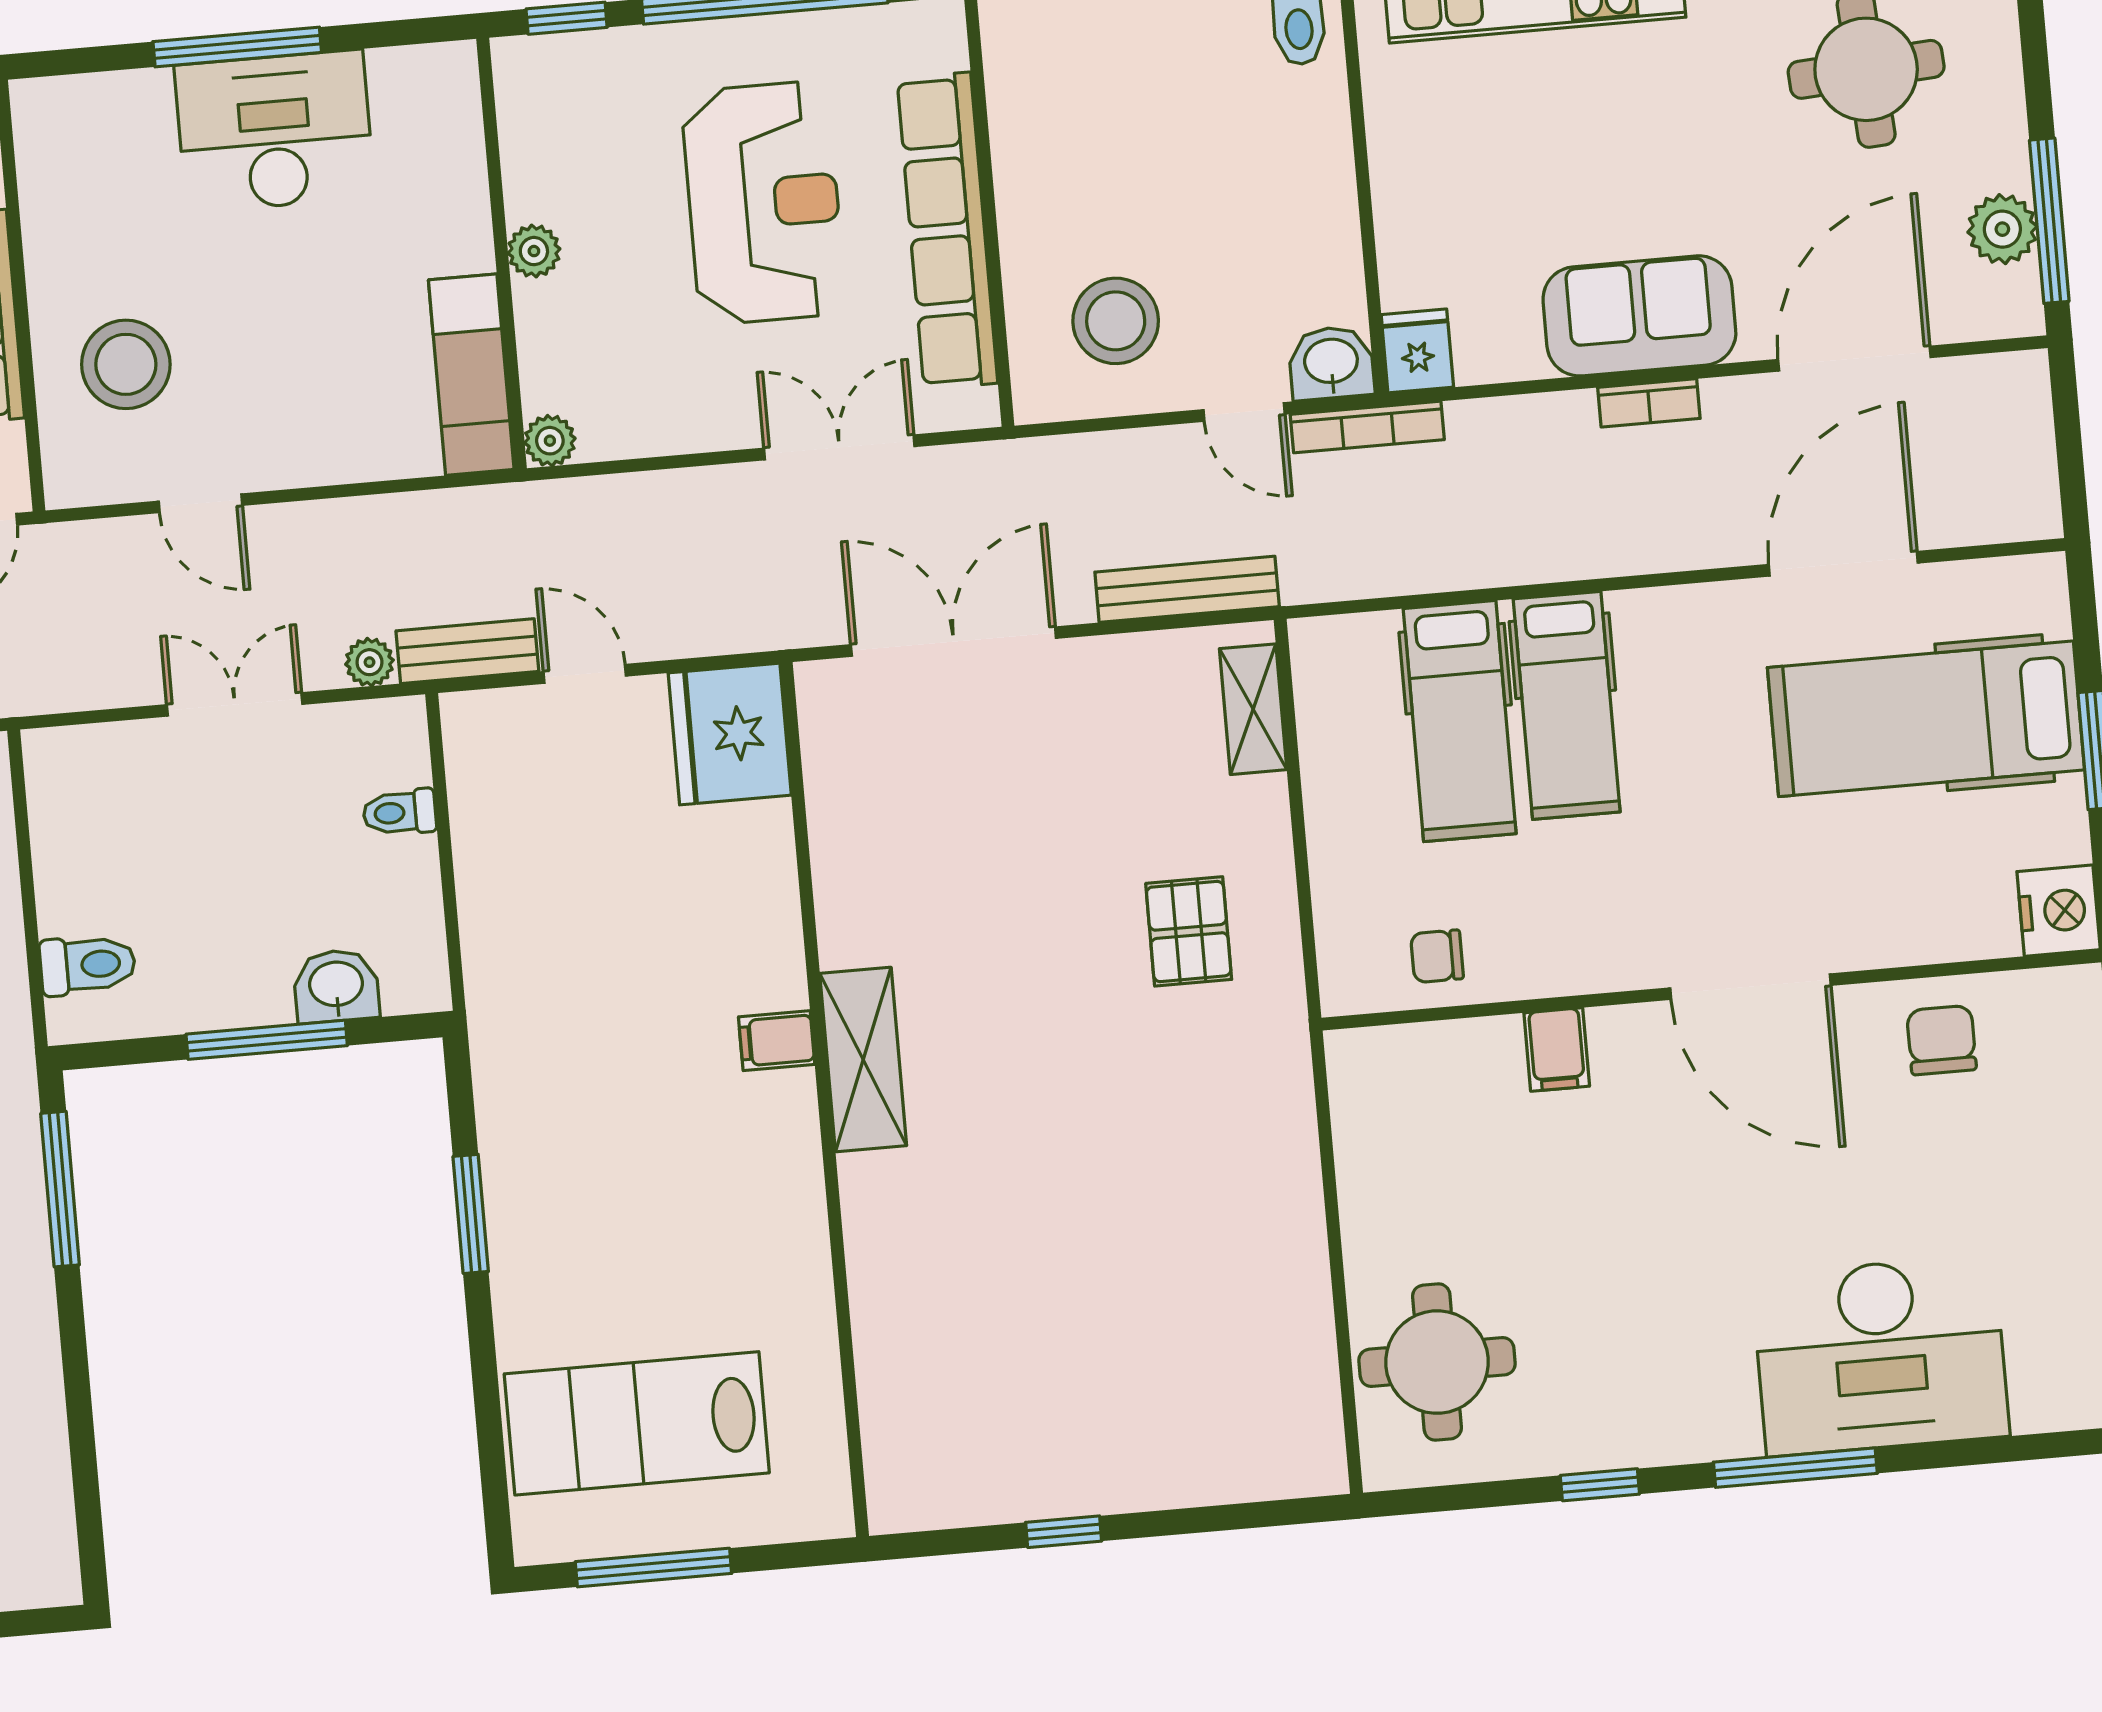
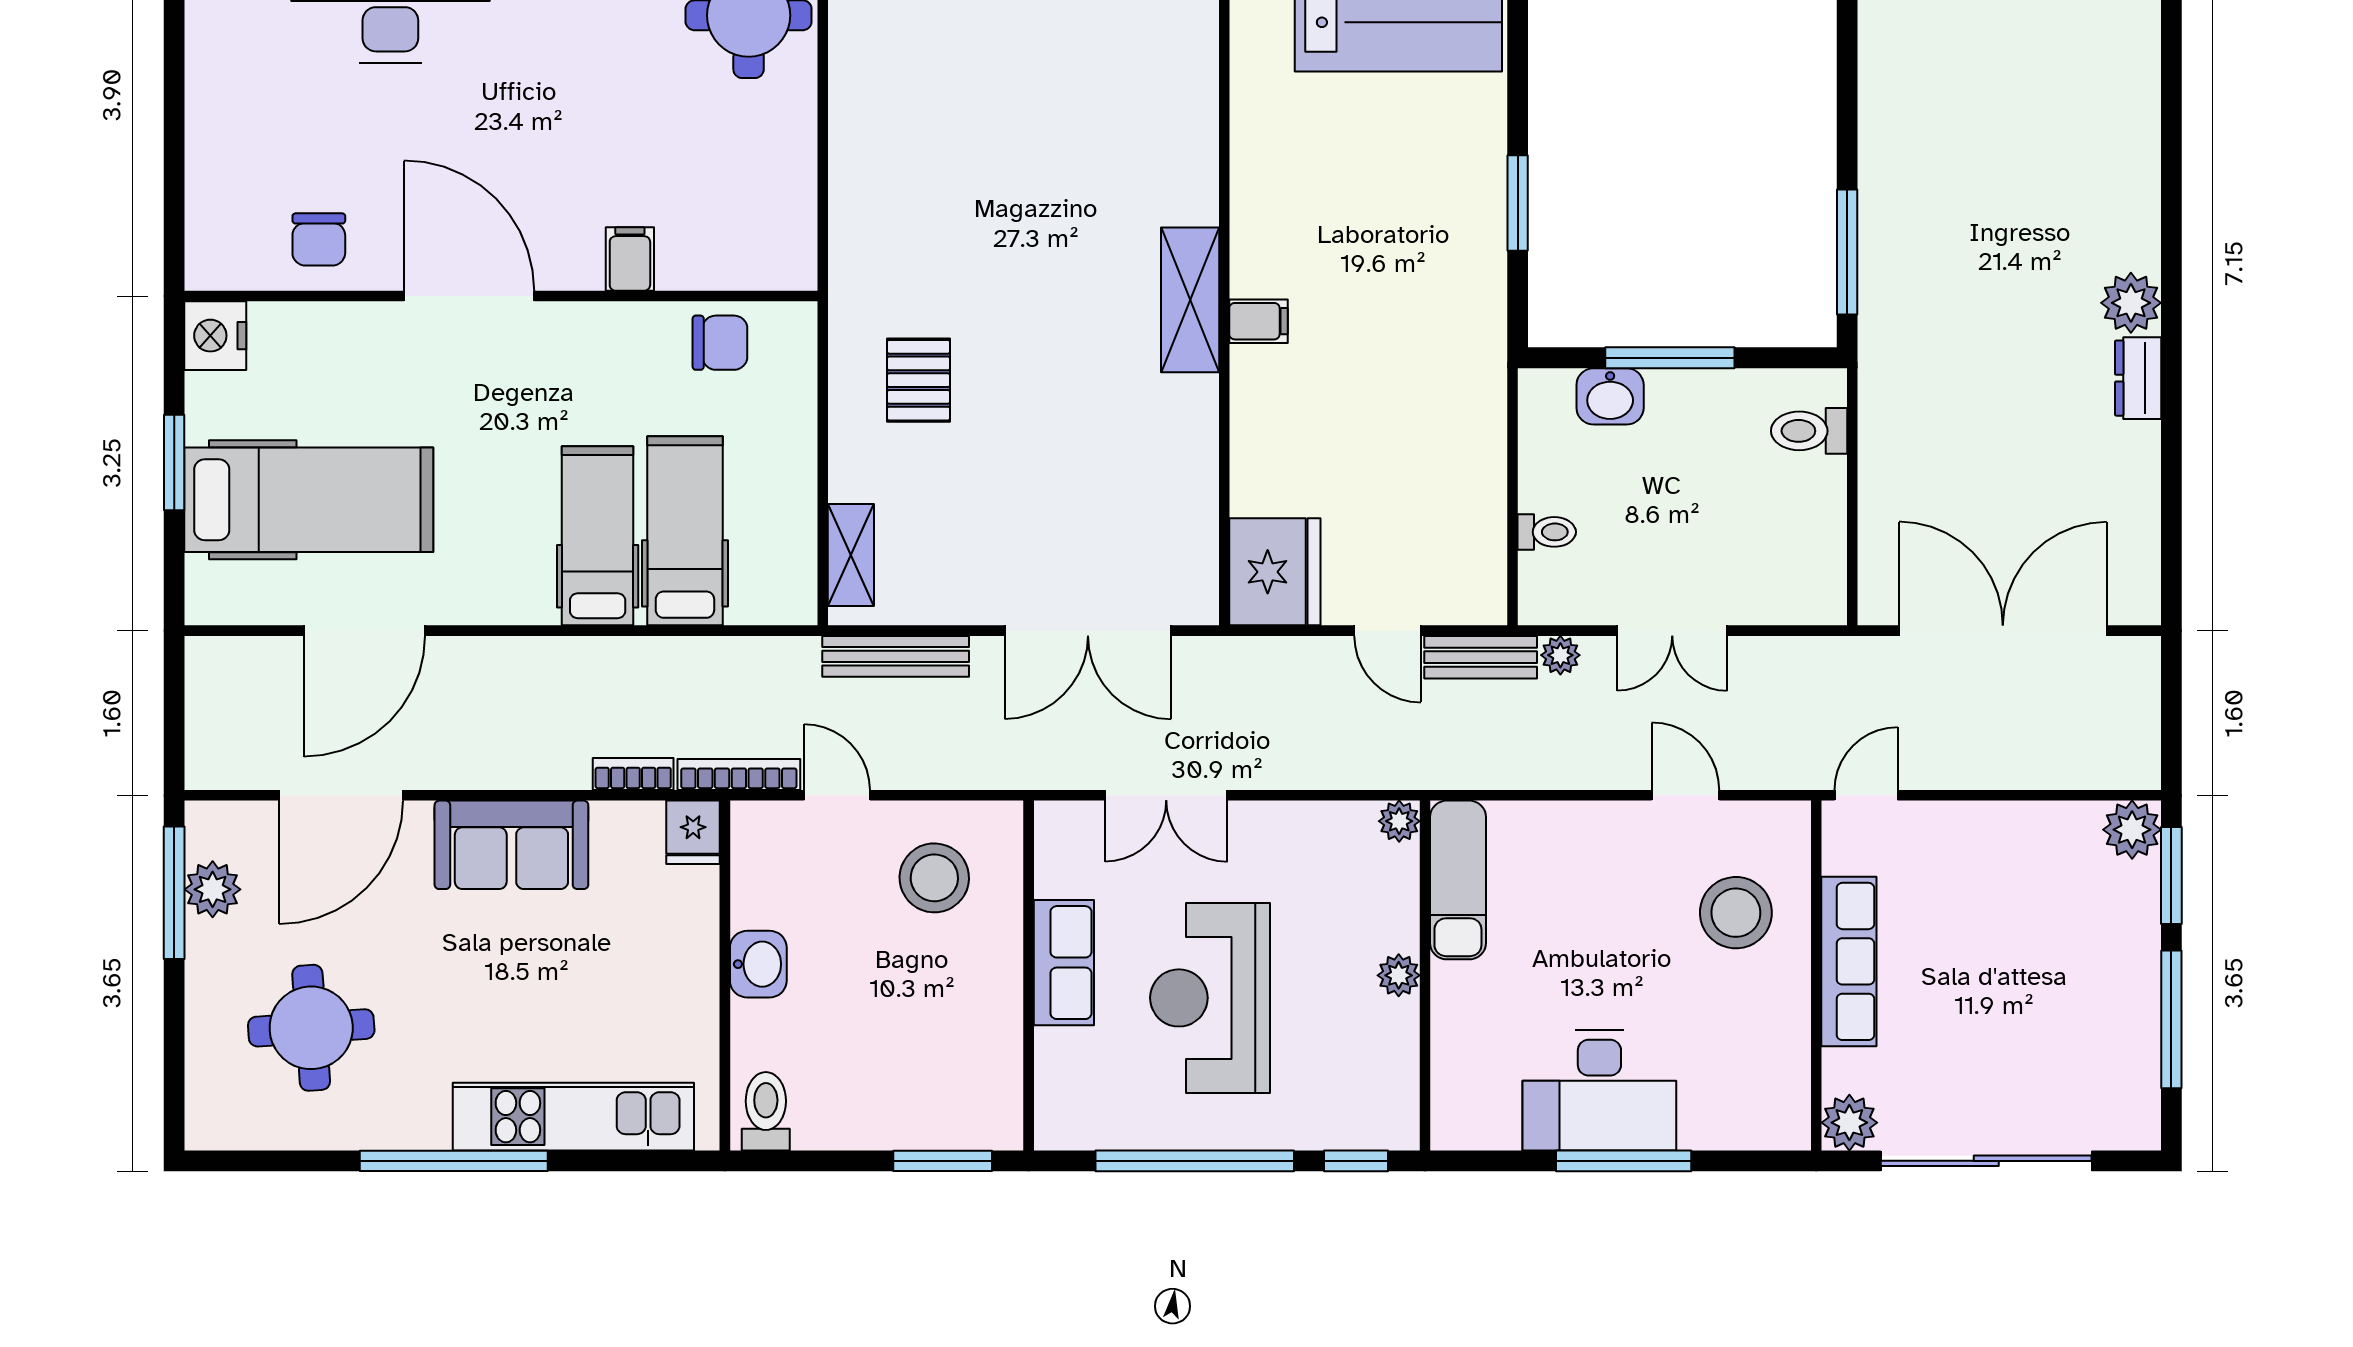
row of seats: (947, 231) -> (1064, 963), width x0.50
washbasin: (1331, 363) -> (758, 964), moved, turned -90
bookcase: (1649, 403) -> (633, 774), moved
chair: (1437, 956) -> (720, 343), width x1.37, depth x1.37

